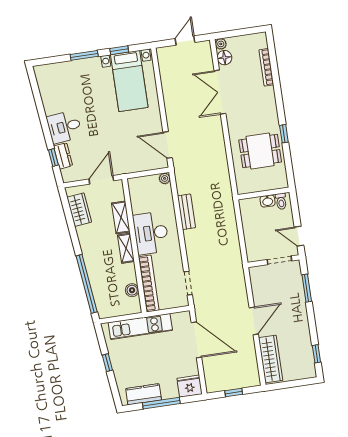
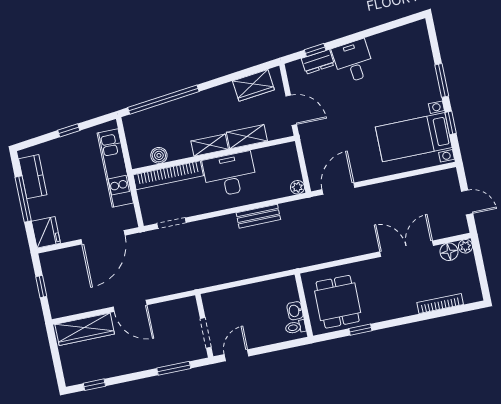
wall: (263, 193) -> (304, 305), moved
washbasin: (268, 201) -> (295, 311), moved
toilet: (281, 201) -> (296, 327), moved

